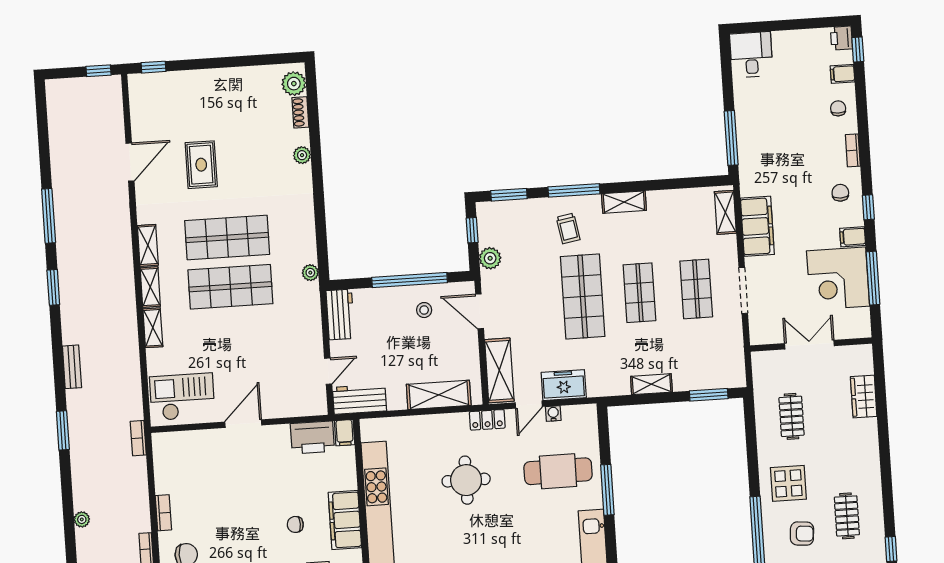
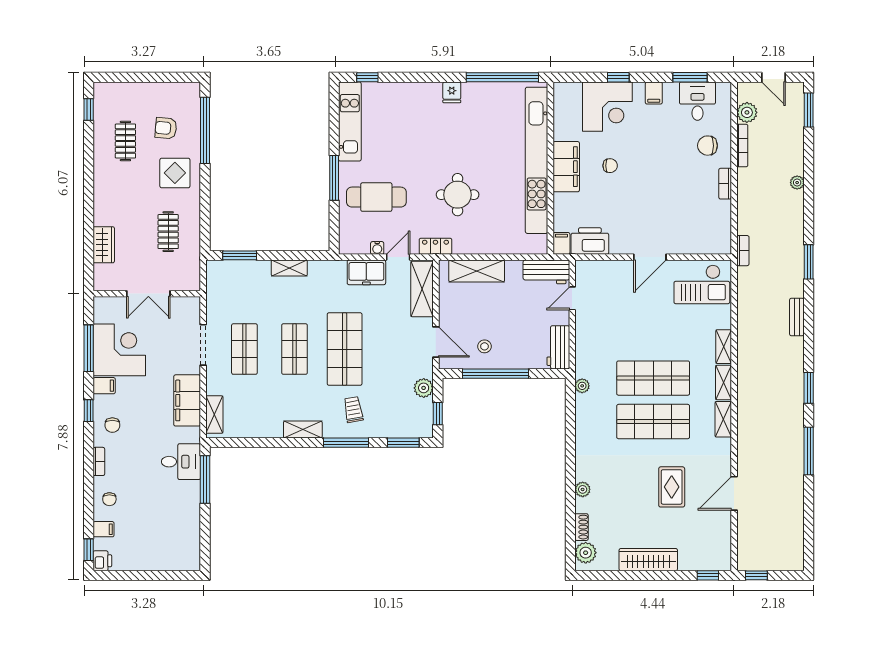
desk: (751, 55) -> (181, 462), moved, turned -90
wardrobe: (222, 80) -> (648, 560), added

